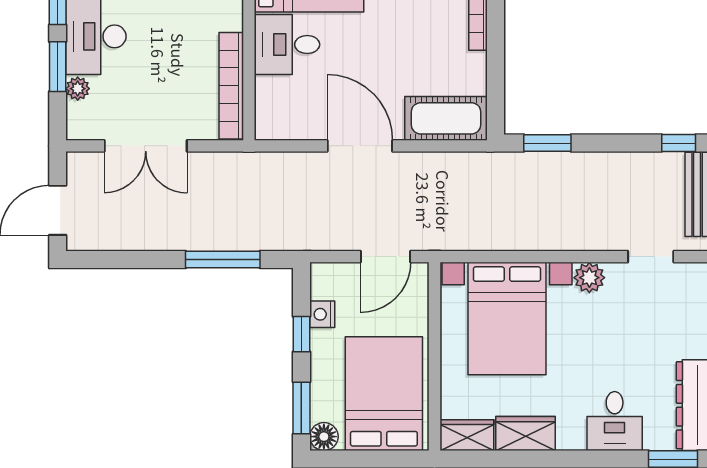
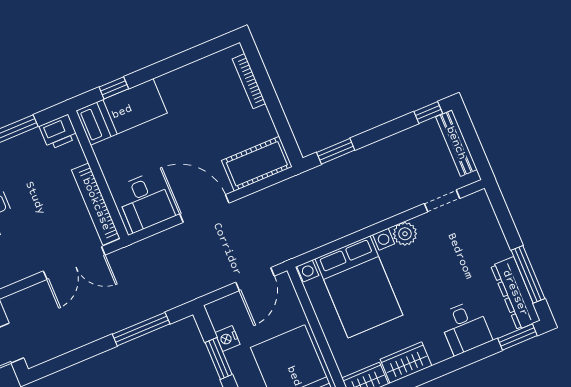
desk: (287, 45) -> (145, 202), moved, turned -90
double door: (146, 146) -> (74, 263), moved
window: (301, 334) -> (219, 359), width x1.50

